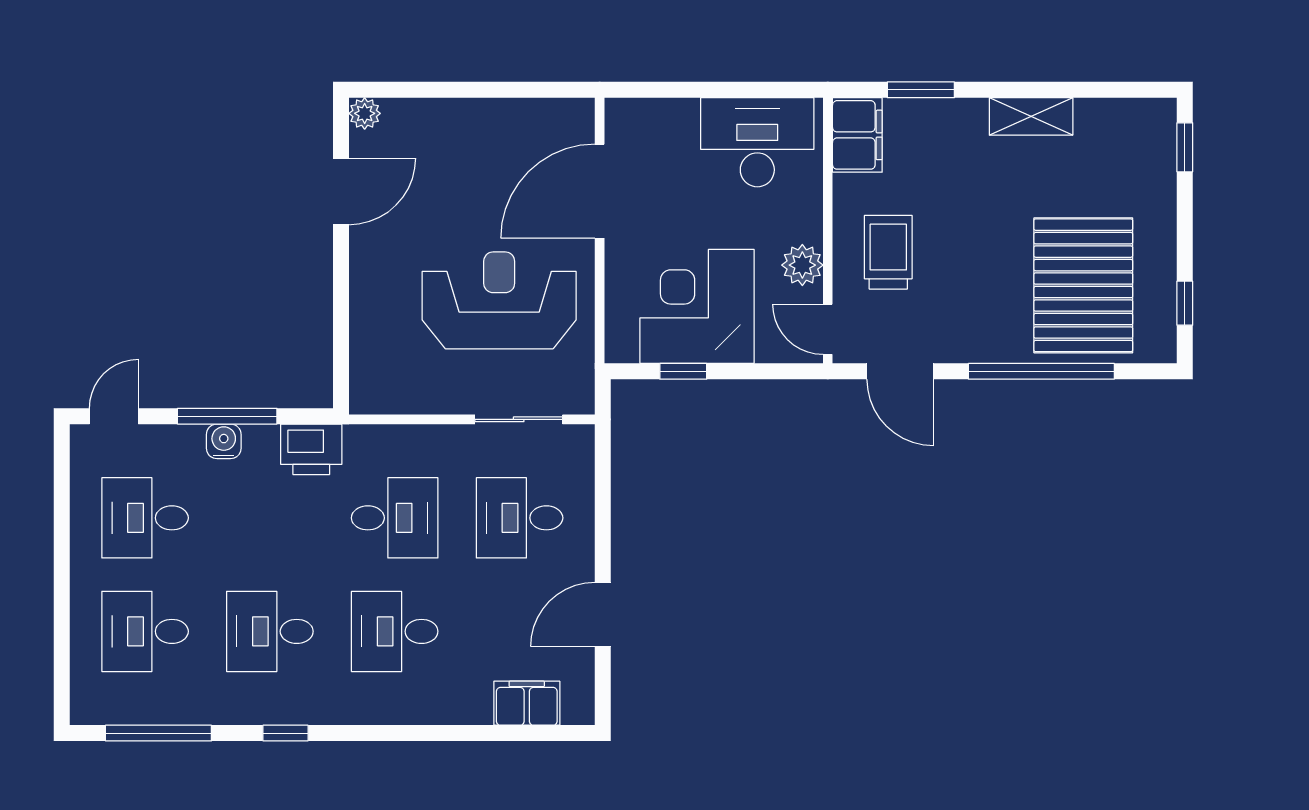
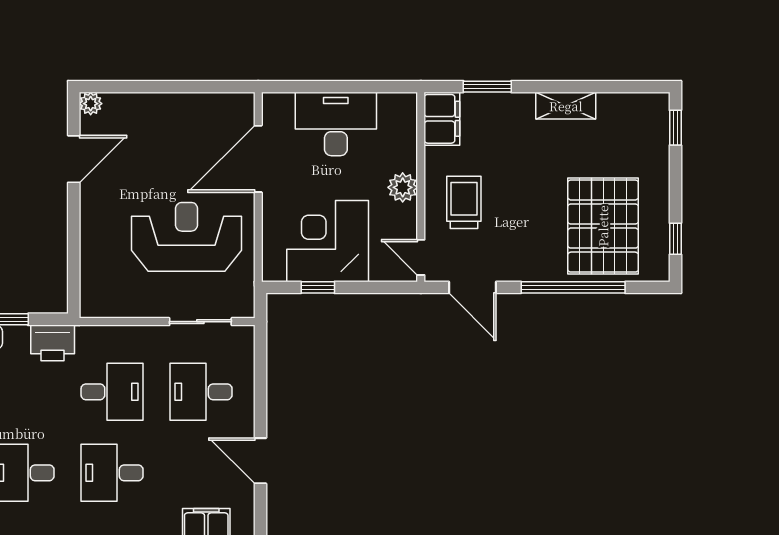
desk: (757, 142) -> (336, 124), moved
plant: (802, 265) -> (403, 187), moved
door: (603, 615) -> (260, 461), hinge flipped

